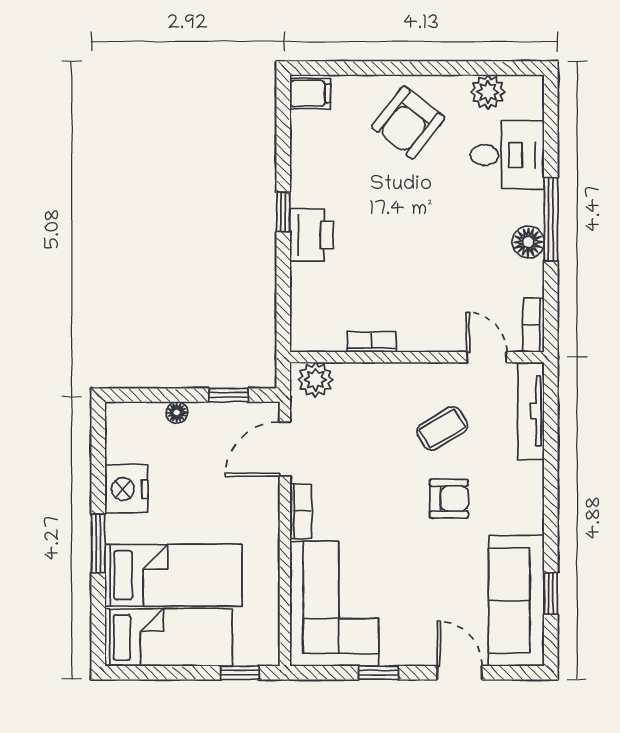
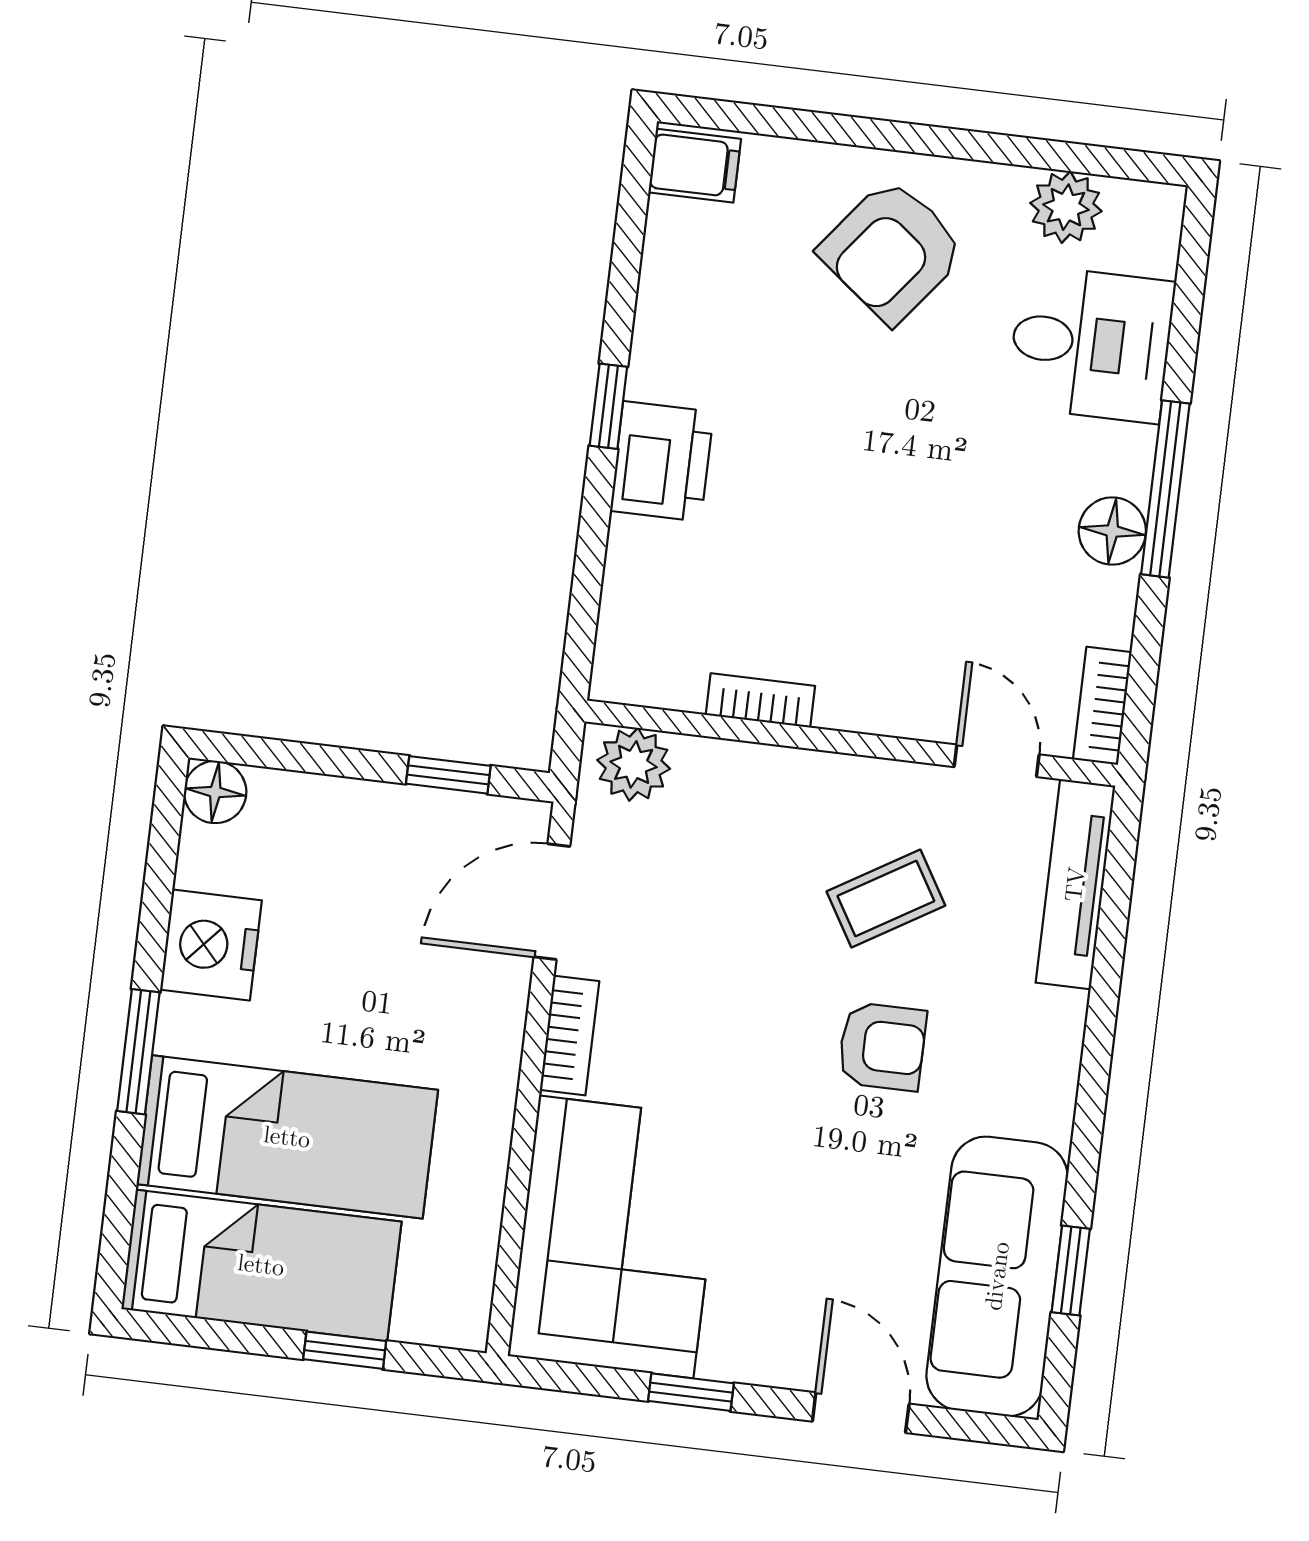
floor lamp: (177, 413) -> (215, 792), moved, width x1.37, depth x1.37
window: (240, 673) -> (345, 1350), moved

